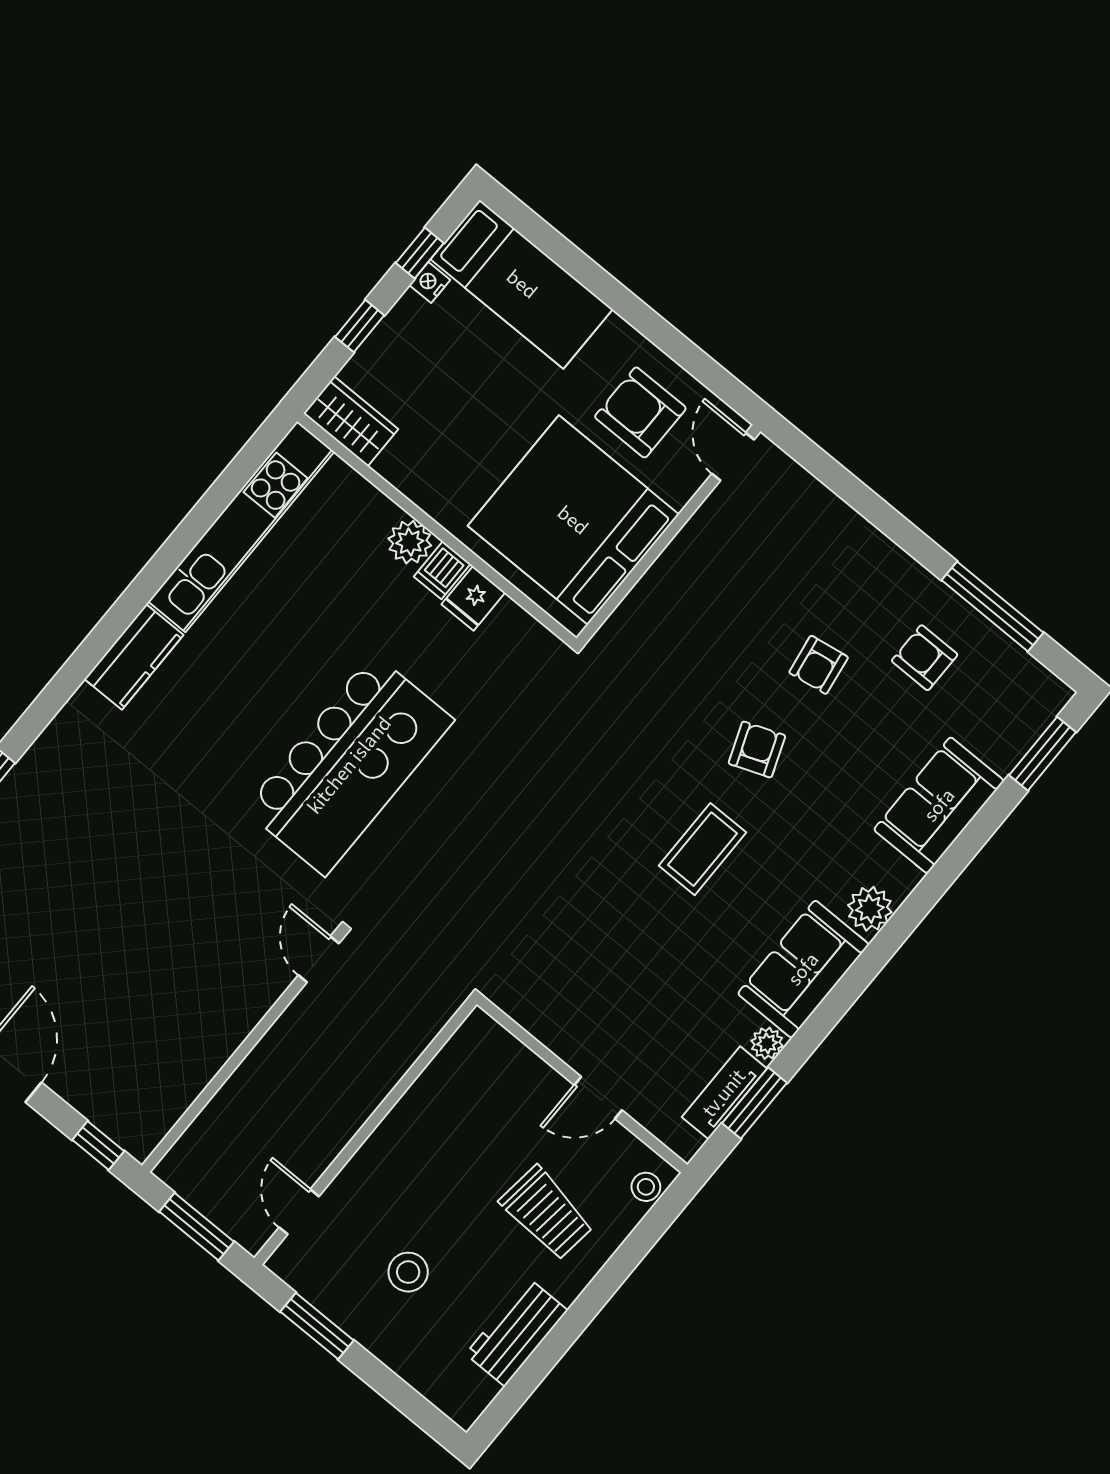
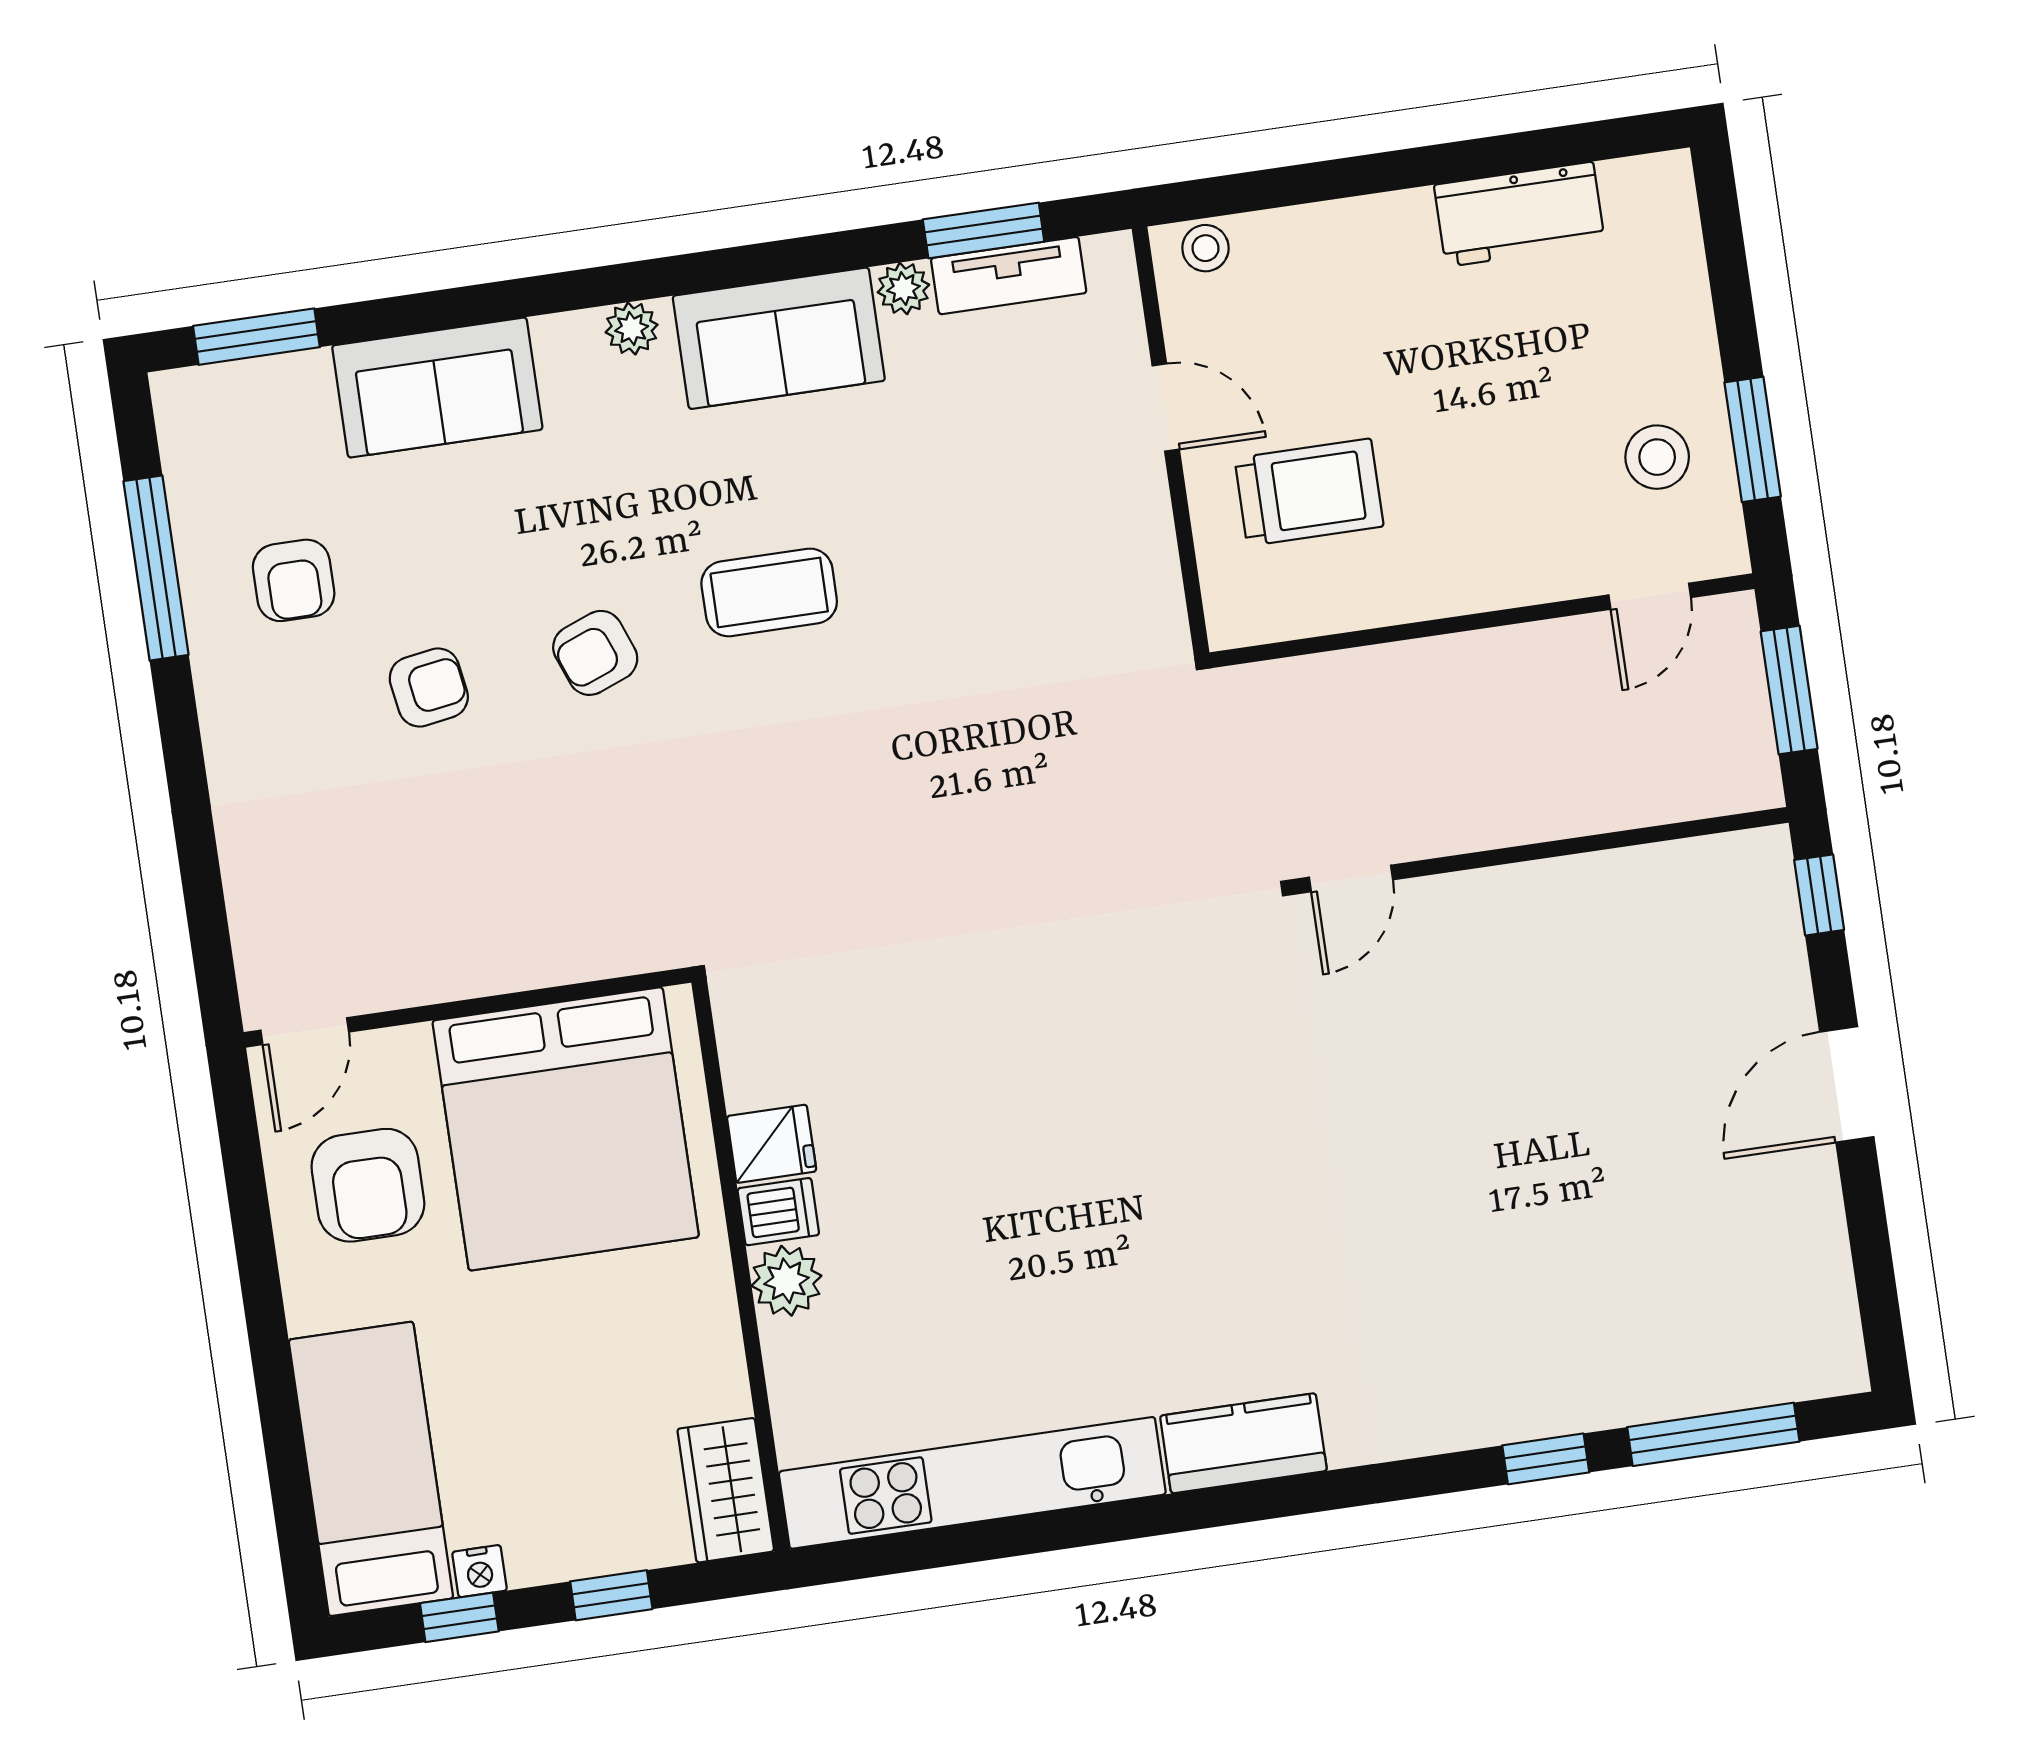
kitchen island: (349, 765) -> (1102, 1079), removed
plant: (870, 909) -> (632, 328), width x0.73, depth x0.73
trolley: (547, 1213) -> (1309, 492), moved, turned 83
stool: (408, 1272) -> (1657, 457), moved

